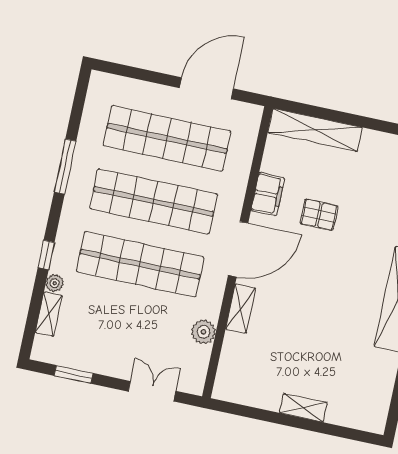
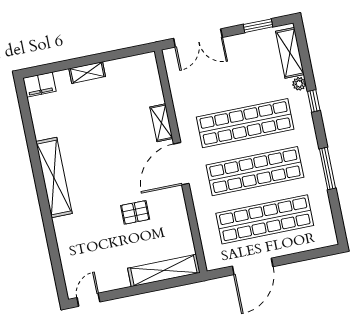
filing cabinet: (268, 194) -> (39, 85), moved, turned -90
shelving: (49, 314) -> (290, 53), width x1.50, depth x1.33
plant: (203, 332) -> (180, 95), removed
double door: (152, 391) -> (198, 38), width x1.37

